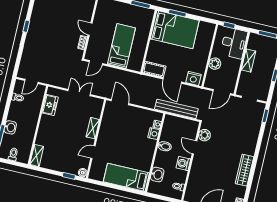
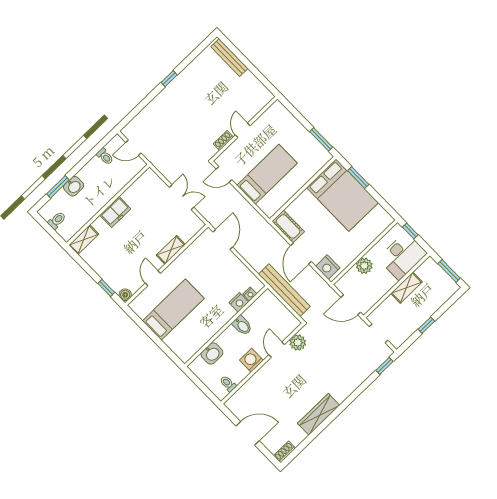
freezer: (50, 105) -> (115, 212), moved
door: (93, 152) -> (153, 278), hinge flipped
bed: (126, 177) -> (173, 310), moved, turned 90

